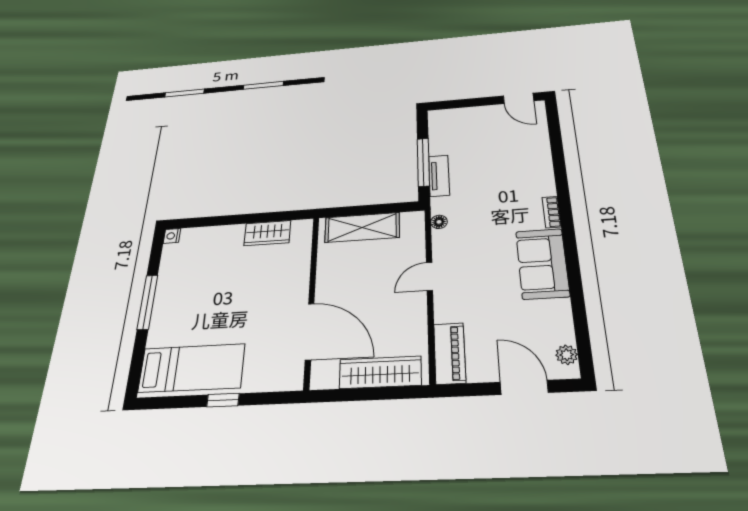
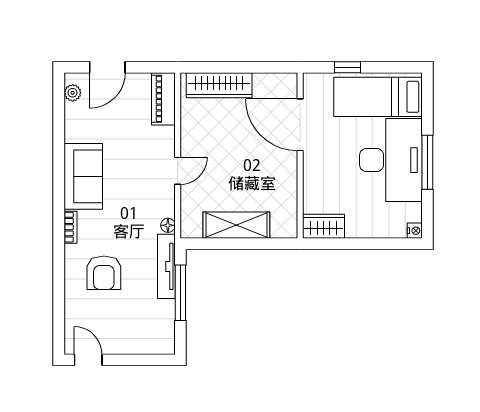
armchair: (509, 173) -> (104, 273), added
tv unit: (439, 176) -> (166, 266), width x1.41
wall: (312, 299) -> (300, 156), moved
desk: (187, 302) -> (391, 160), added
door: (310, 331) -> (300, 125), moved
door: (524, 387) -> (107, 67), hinge flipped

